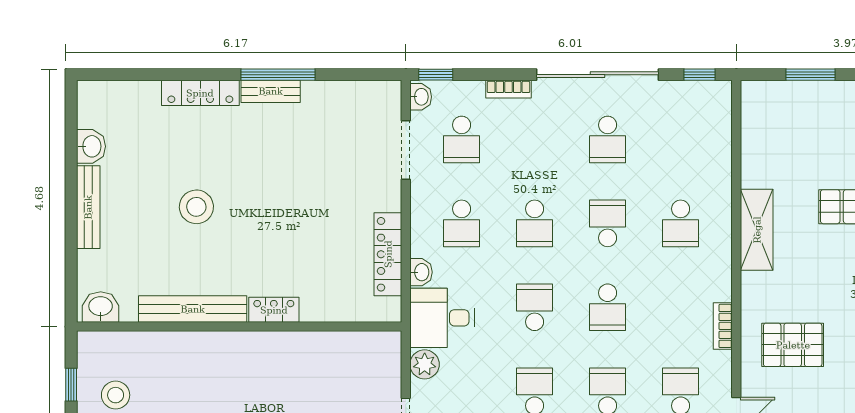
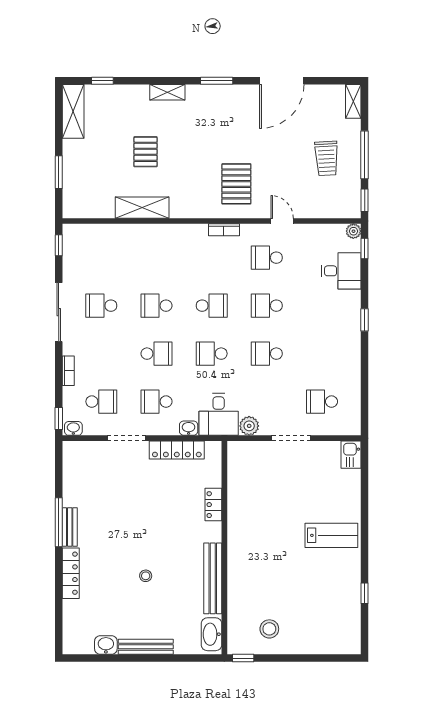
sliding door: (598, 75) -> (59, 312), width x0.73
school desk: (608, 139) -> (101, 306), turned 180
doorway: (406, 150) -> (126, 438), moved
stool: (196, 207) -> (146, 576), width x0.53, depth x0.53
school desk: (462, 223) -> (156, 402), turned 180
school desk: (681, 223) -> (156, 258), removed
shelving: (757, 230) -> (142, 208), moved
washbasin: (101, 307) -> (211, 634), width x1.38
locker: (274, 310) -> (213, 505), moved
window: (71, 385) -> (243, 658), moved

